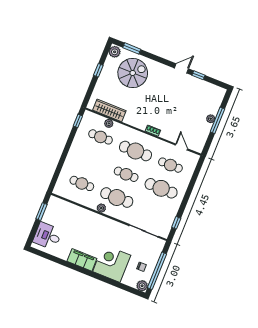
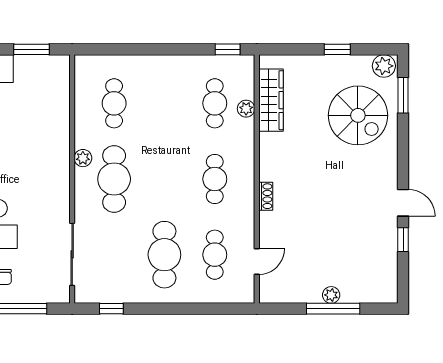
cafe table: (135, 151) -> (215, 179), width x0.73, depth x0.74
cafe table: (126, 174) -> (164, 179), removed

